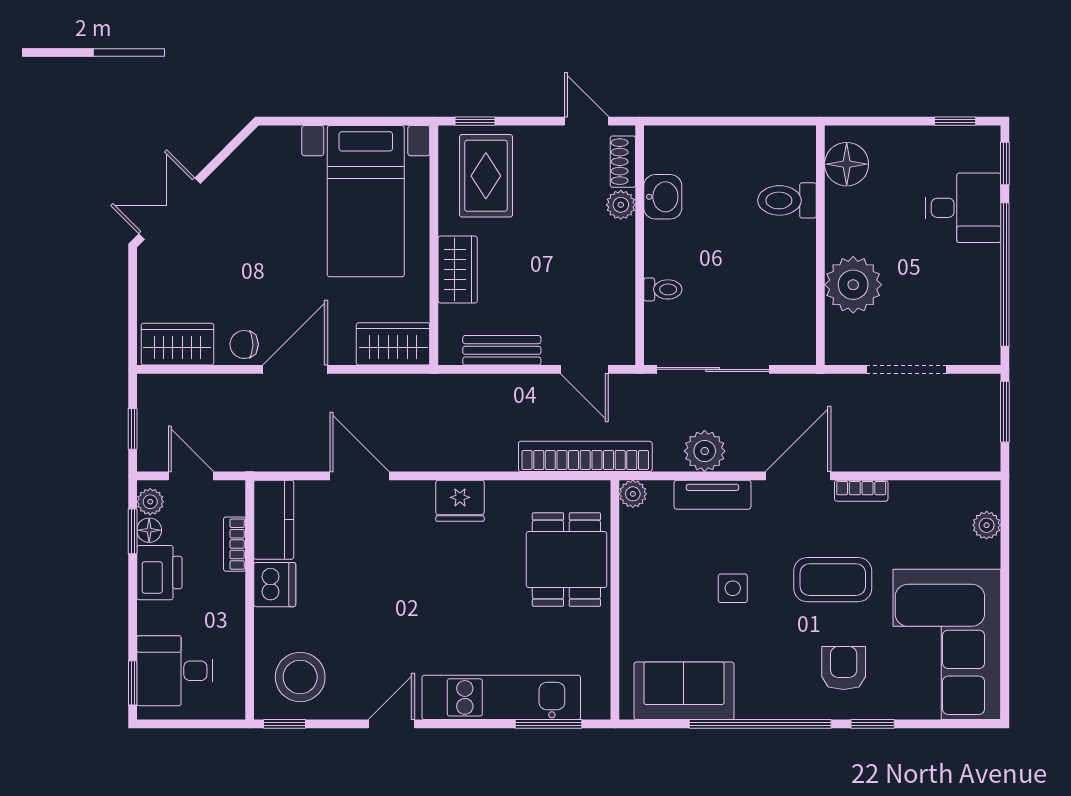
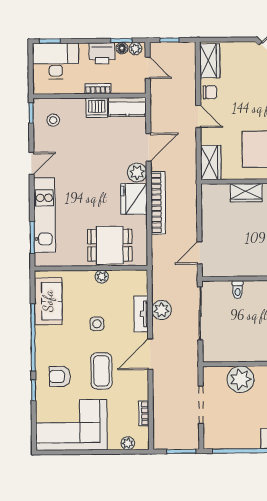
chair: (244, 344) -> (210, 92), turned 90
bench: (502, 350) -> (208, 214), removed
door: (295, 369) -> (198, 116), width x0.73
bookcase: (585, 456) -> (158, 203), moved
door: (191, 476) -> (148, 68), hinge flipped
door: (798, 476) -> (150, 354), swing flipped
bookcase: (861, 491) -> (144, 413), moved
plant: (633, 494) -> (102, 277), moved
plant: (413, 500) -> (137, 173), added
fridge: (460, 501) -> (134, 199), width x1.36, depth x1.34
bookcase: (234, 544) -> (98, 89), moved
armchair: (844, 668) -> (60, 376), turned 180
desk: (175, 671) -> (56, 61), width x1.37
stool: (300, 677) -> (53, 120), width x0.53, depth x0.53
door: (391, 724) -> (31, 163), hinge flipped

